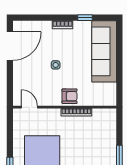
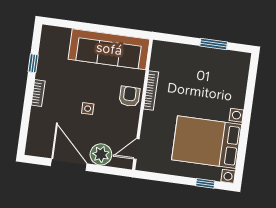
door: (10, 46) -> (69, 165), moved
sofa: (104, 51) -> (109, 49), moved
plant: (21, 80) -> (101, 154), added

